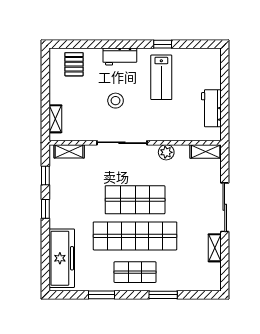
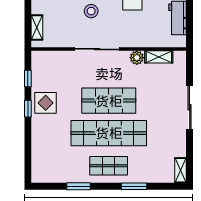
shelving: (69, 151) -> (49, 57), removed
shelving: (206, 151) -> (159, 57), moved
display table: (65, 202) -> (46, 103), added
shelving: (215, 248) -> (181, 170), moved
freezer: (62, 258) -> (43, 153), removed

